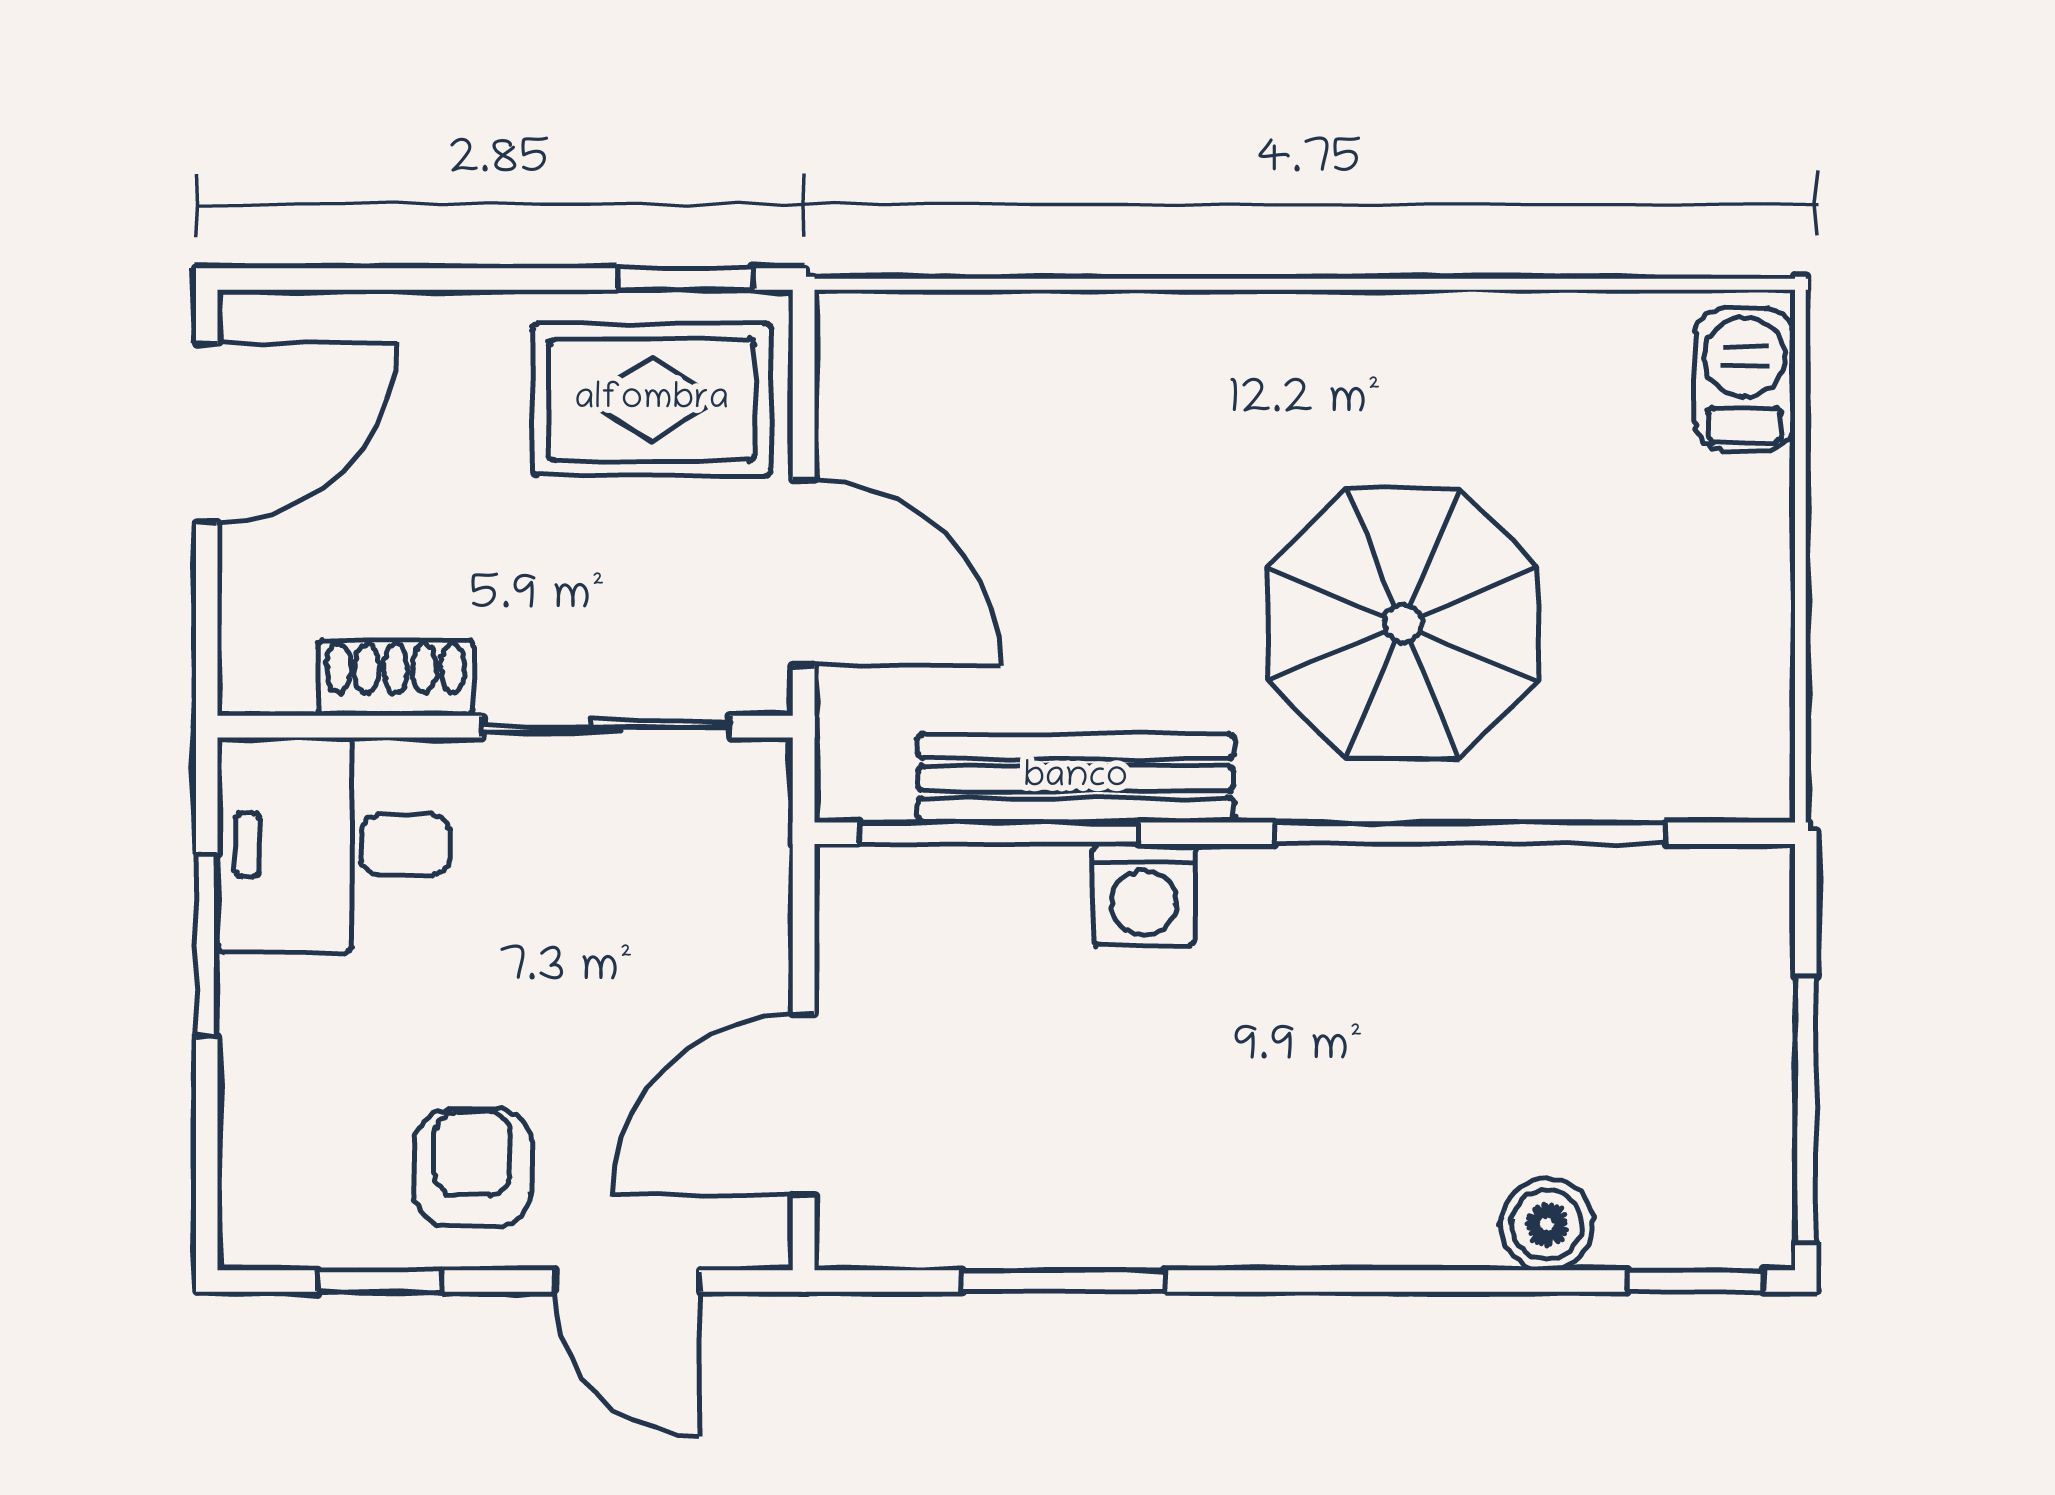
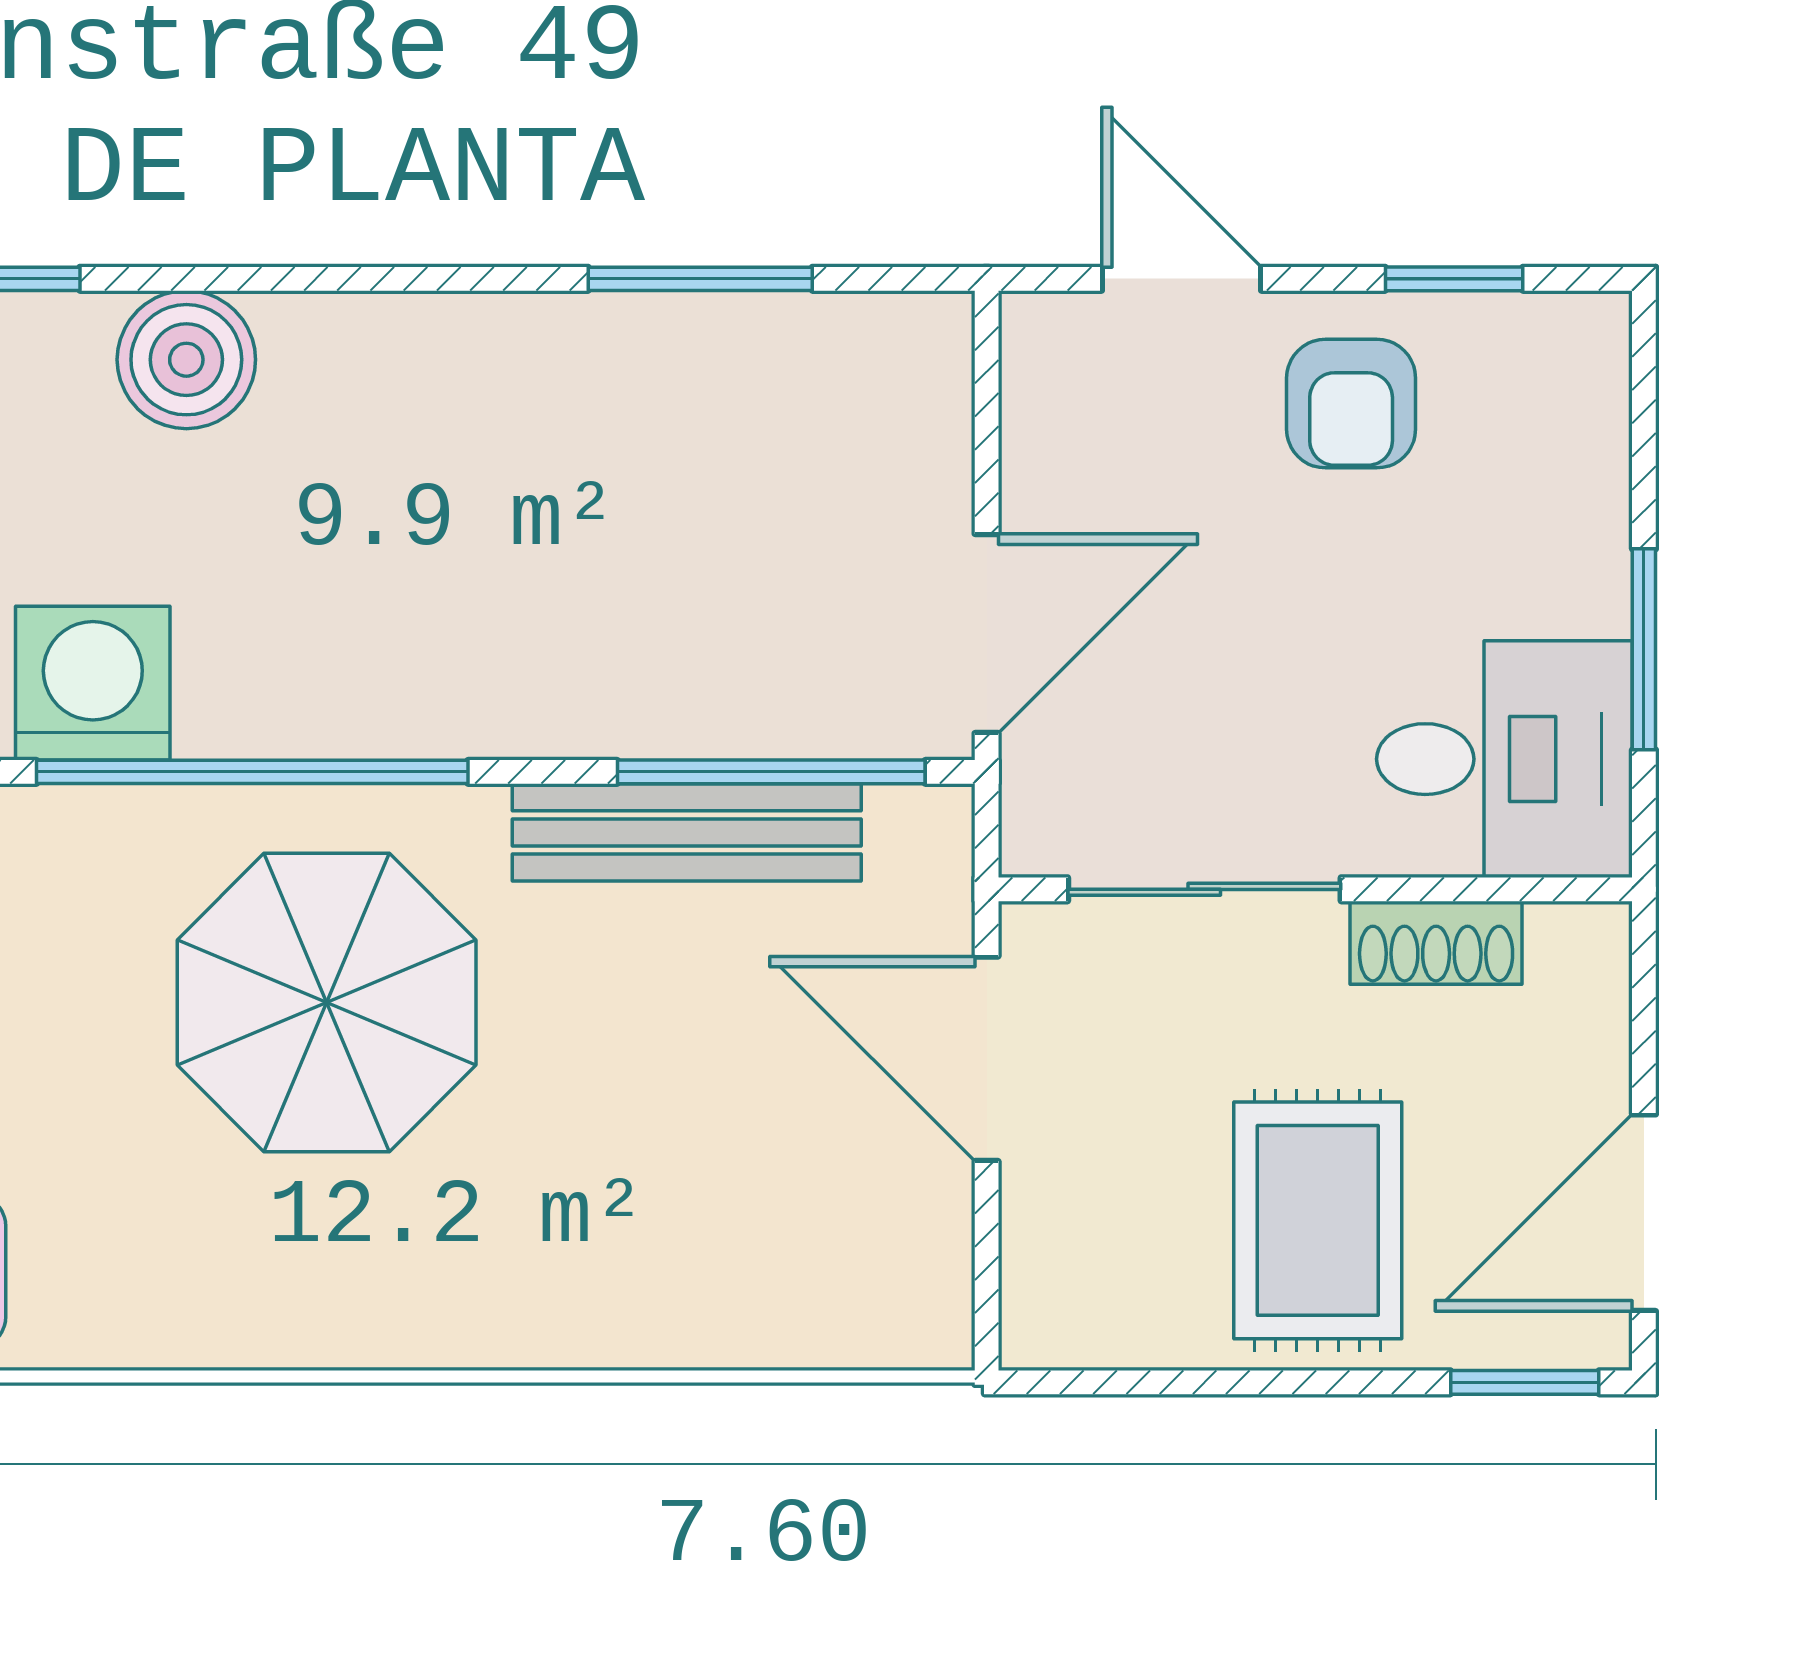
window: (685, 279) -> (1525, 1382), moved
rug: (652, 400) -> (1318, 1220), moved, turned 90
washing machine: (1144, 895) -> (93, 683), moved, width x1.38, depth x1.38
door: (804, 1105) -> (987, 634), moved
boiler: (1547, 1224) -> (186, 360), width x1.36, depth x1.36

